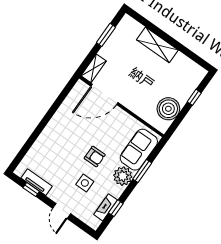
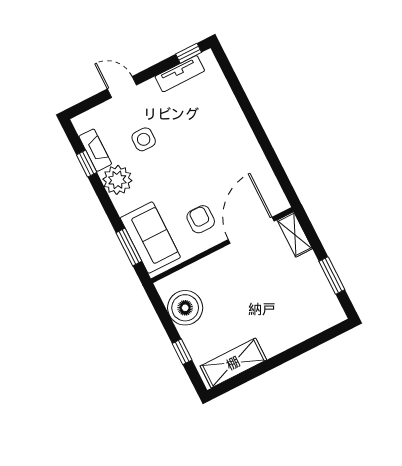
shelving: (157, 45) -> (233, 363), moved
armchair: (95, 157) -> (201, 219), moved, turned 90
window: (142, 171) -> (129, 247), moved
plant: (123, 176) -> (117, 180), moved
window: (31, 190) -> (189, 53), moved

